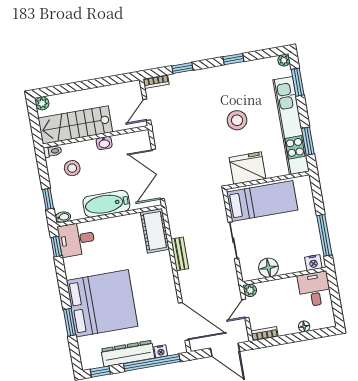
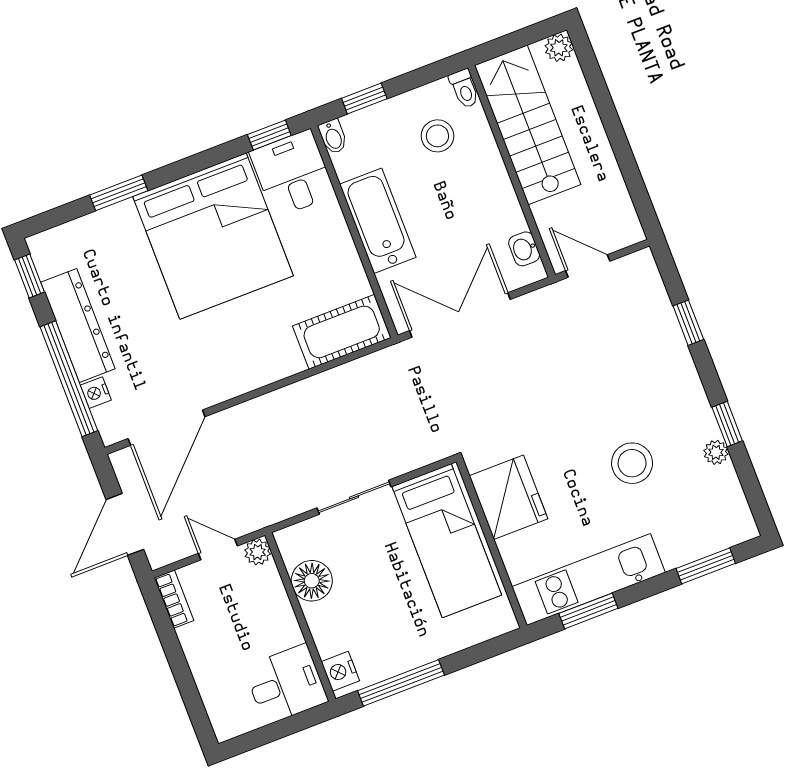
plant: (284, 60) -> (716, 452), moved
bookcase: (156, 82) -> (649, 274), removed
stool: (237, 120) -> (632, 463), moved
kitchen unit: (291, 126) -> (589, 580), width x0.73
washbasin: (104, 143) -> (524, 249), moved
bench: (180, 254) -> (304, 392), removed
bed: (102, 303) -> (213, 236), moved
floor lamp: (304, 326) -> (205, 678), removed

